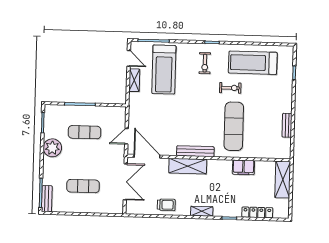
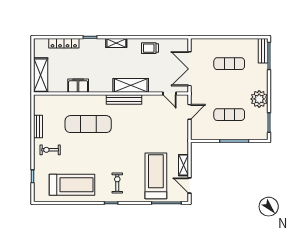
exercise bike: (230, 88) -> (50, 150), moved
exercise mat: (234, 126) -> (88, 124), turned 90
door: (147, 156) -> (170, 94), width x0.53

